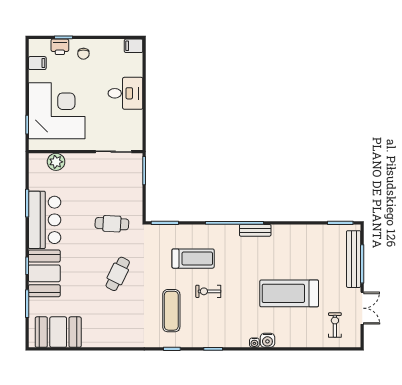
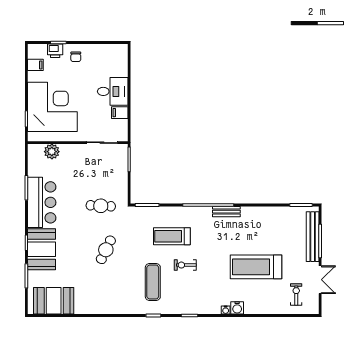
filing cabinet: (134, 46) -> (120, 113), moved
treadmill: (193, 259) -> (172, 236), turned 180

